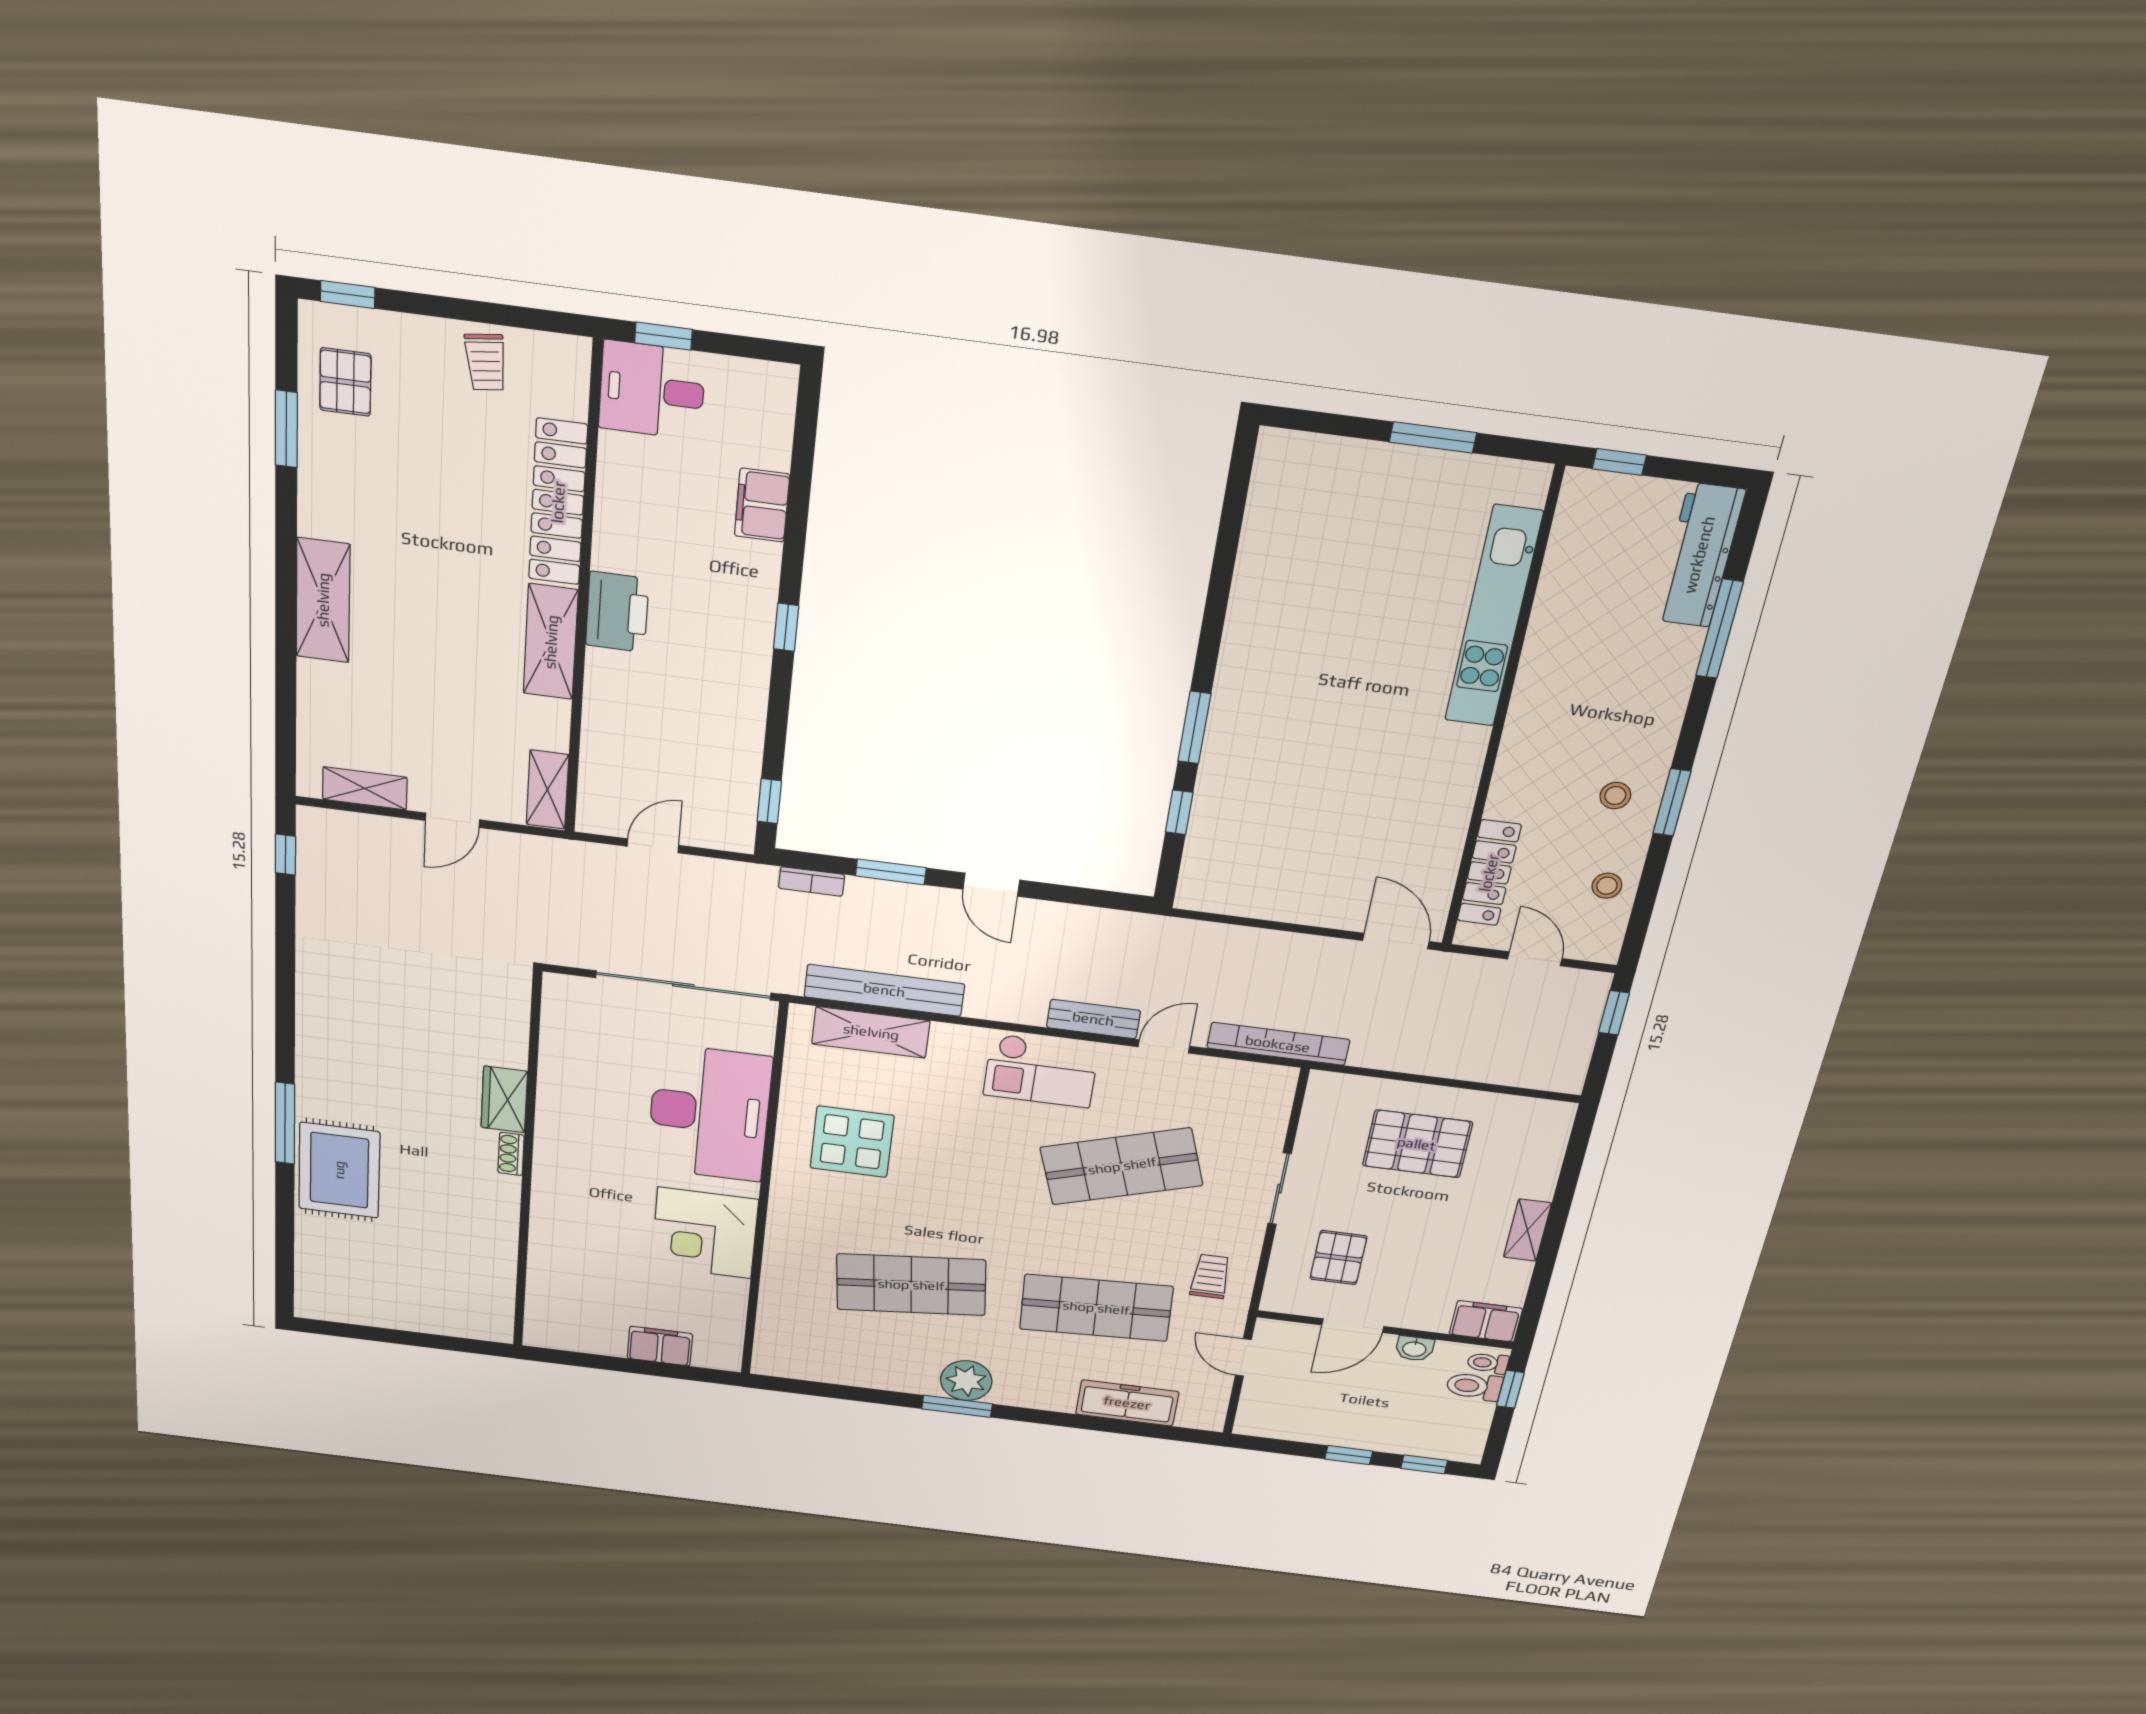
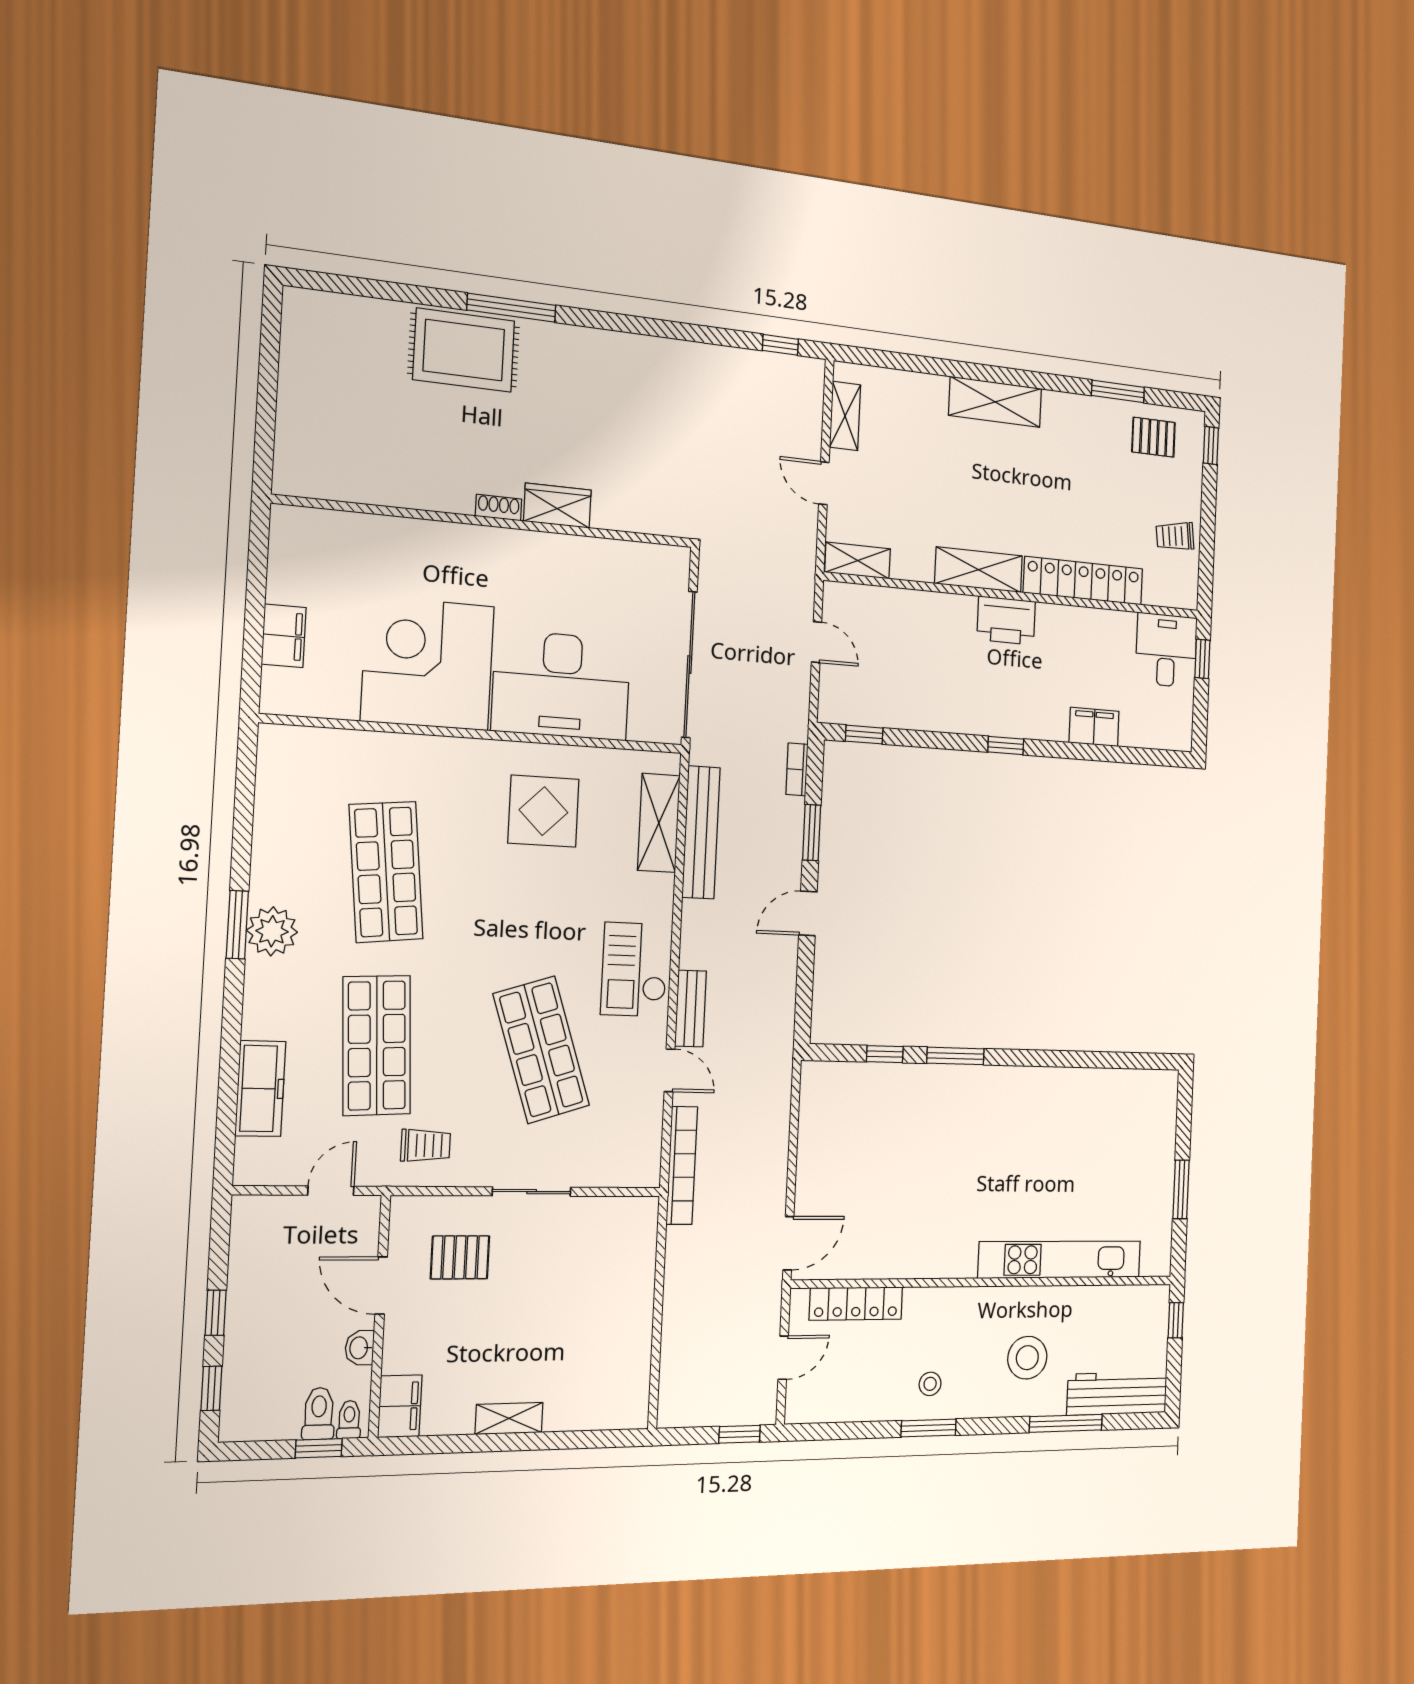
stool: (1607, 886) -> (1027, 1358), moved, width x1.89, depth x1.89
pallet: (1417, 1144) -> (592, 1302), removed
corner desk: (705, 1233) -> (428, 663), width x1.36, depth x1.36

